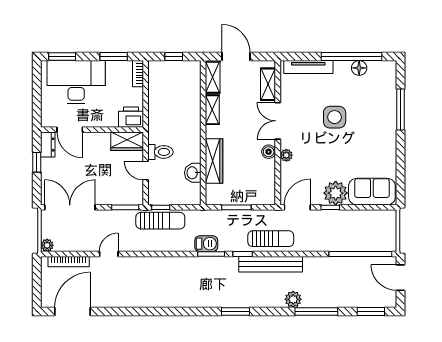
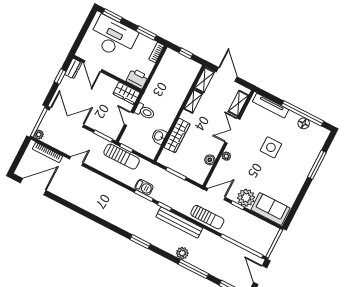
boiler: (269, 152) -> (210, 160), moved
sun lounger: (271, 239) -> (207, 217), moved

